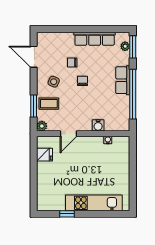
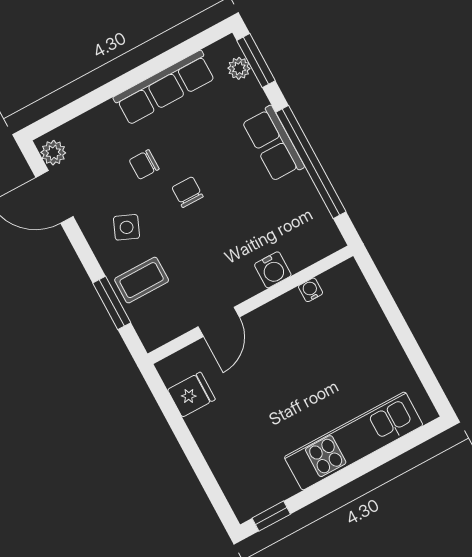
plant: (42, 126) -> (53, 153), moved
window: (67, 214) -> (271, 516), moved

